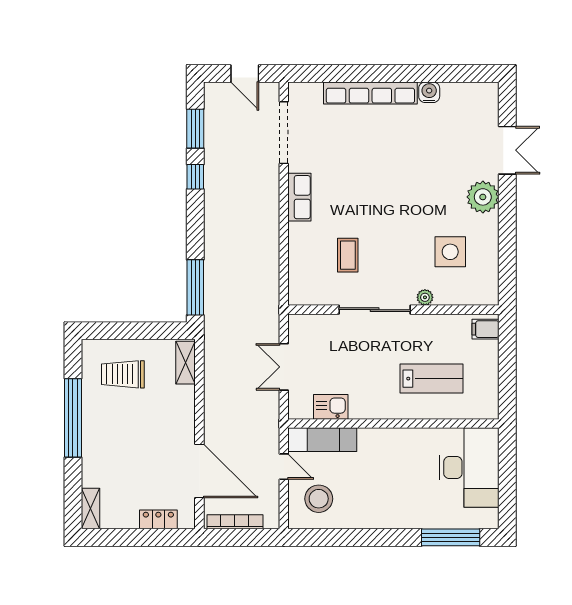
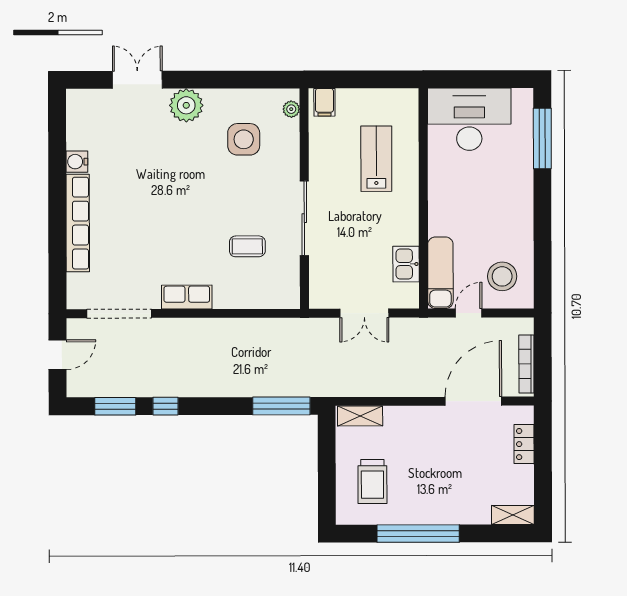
plant: (425, 297) -> (291, 109), moved

